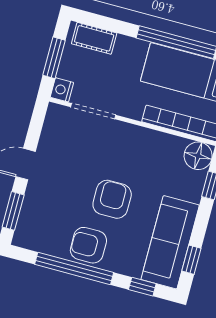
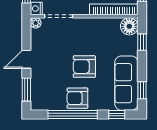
plant: (55, 112) -> (36, 23), added
armchair: (112, 199) -> (84, 67), turned -90

